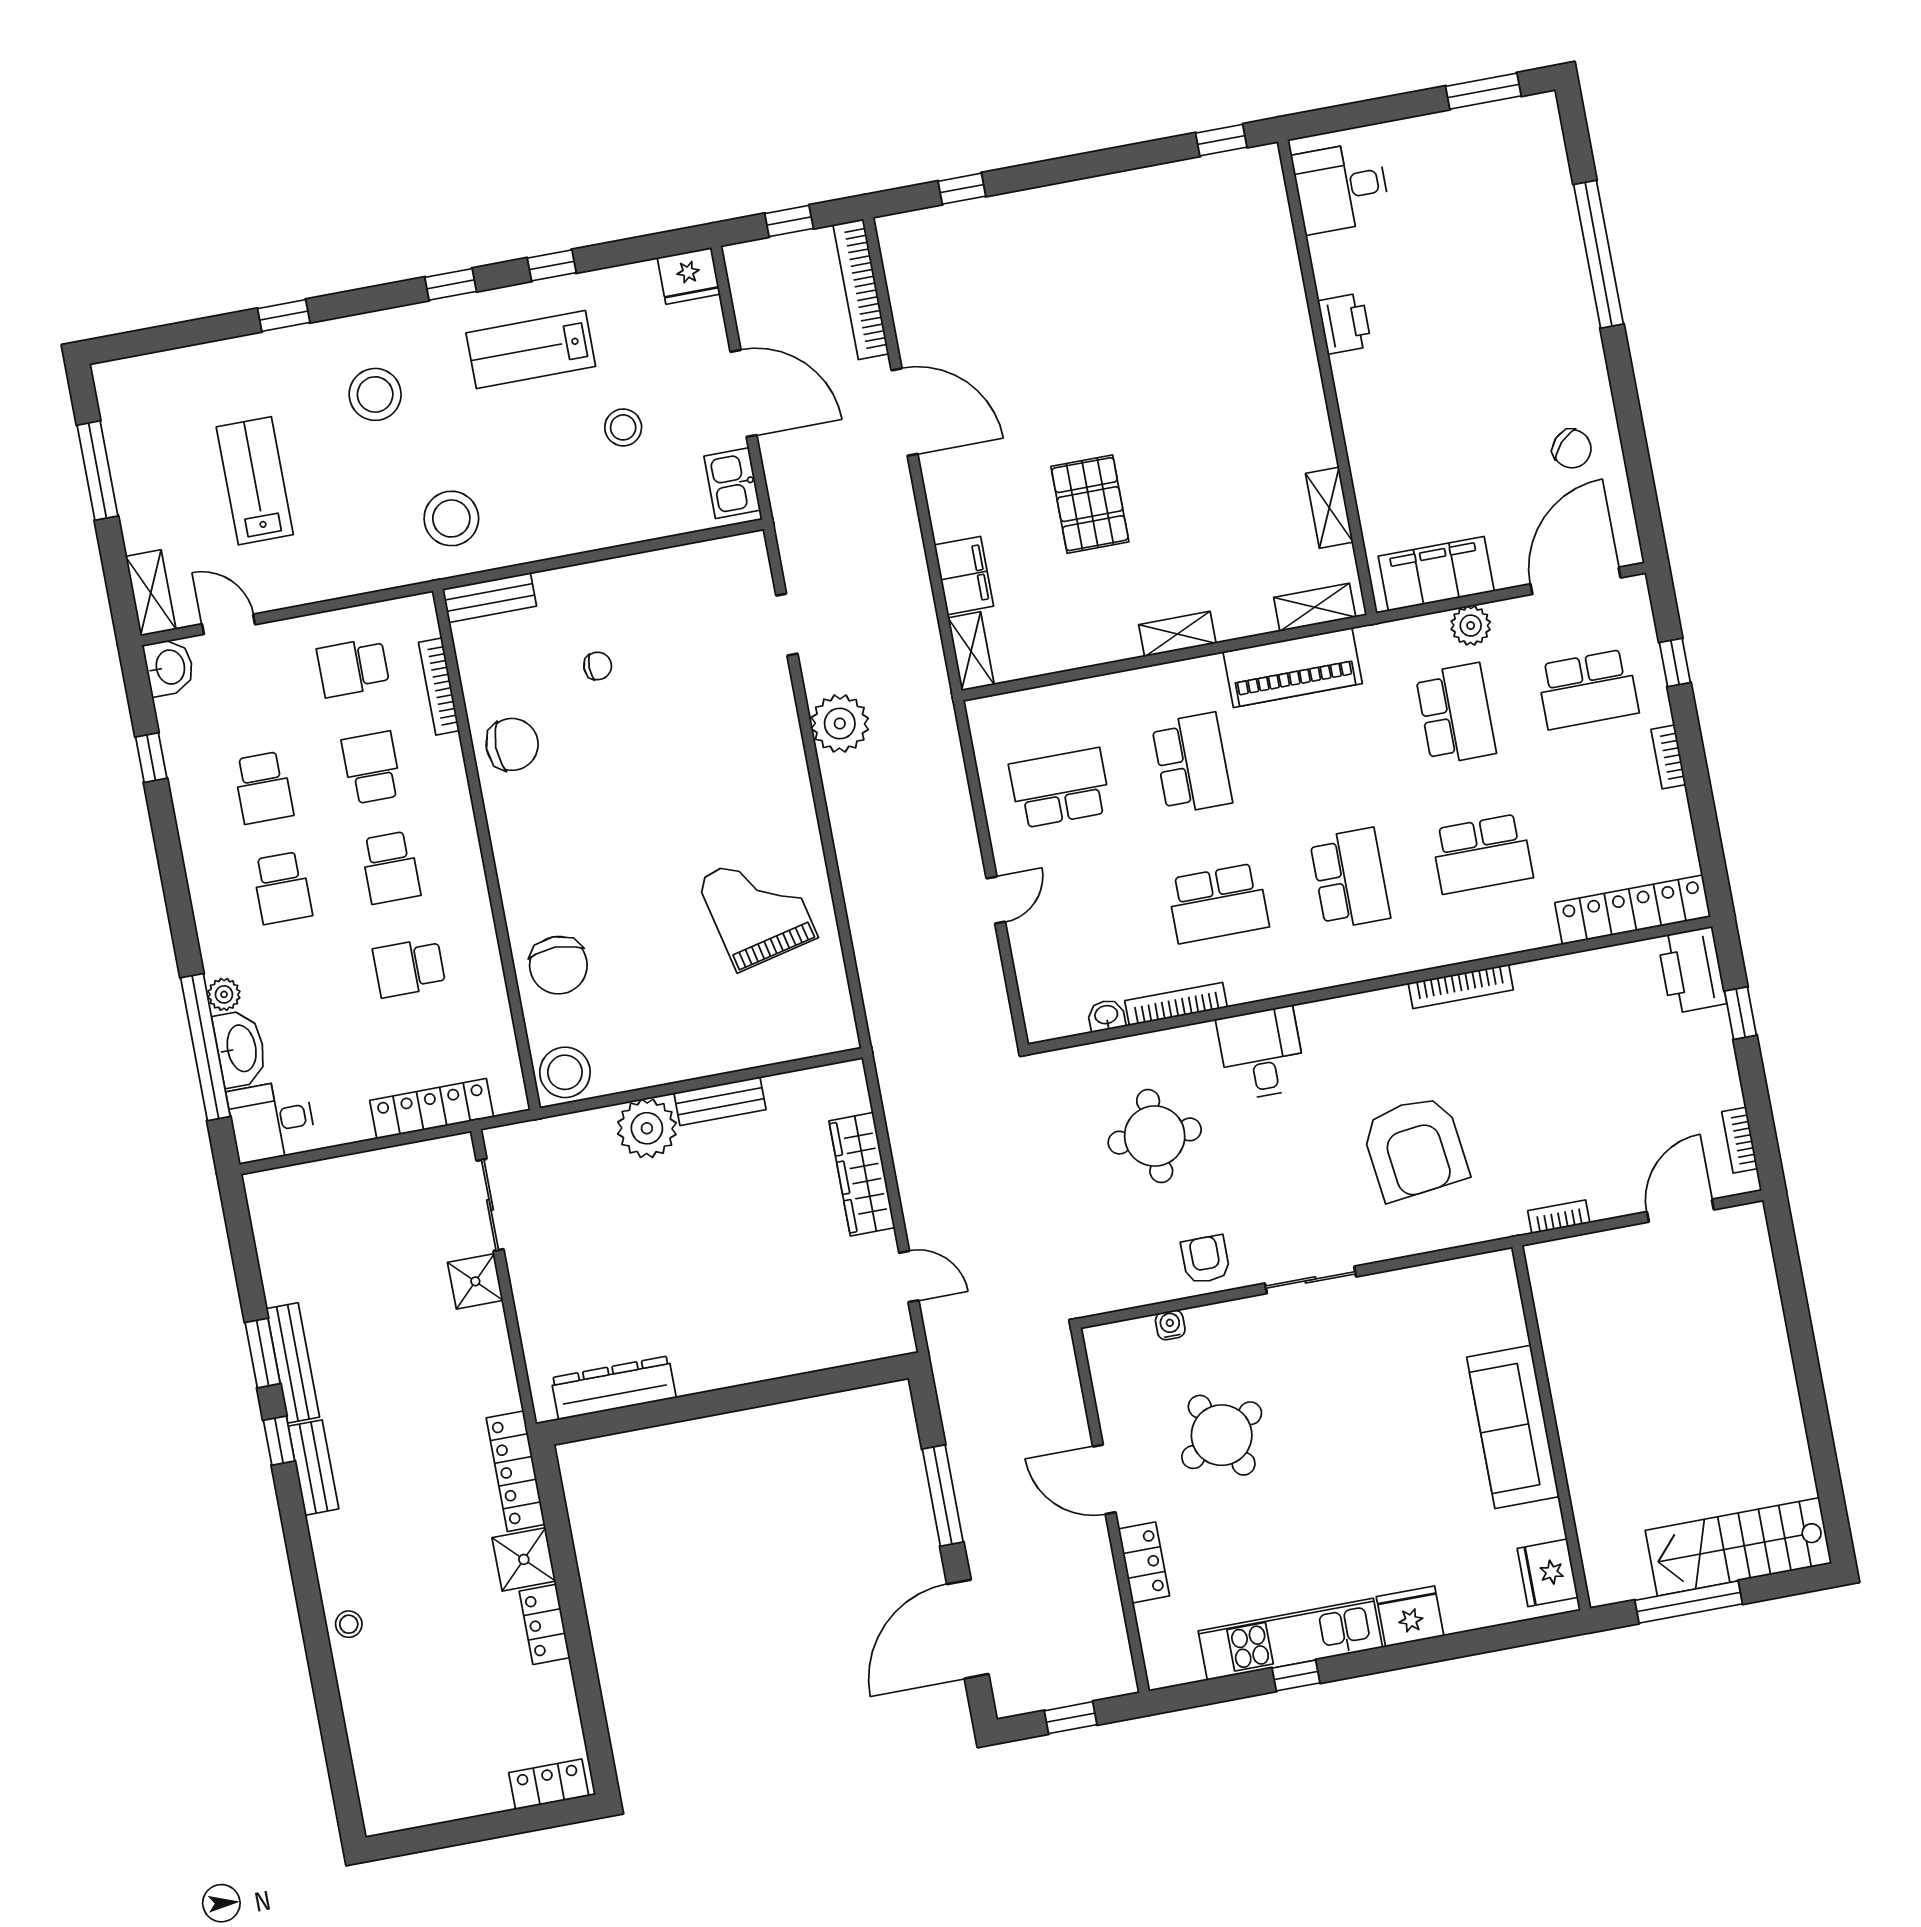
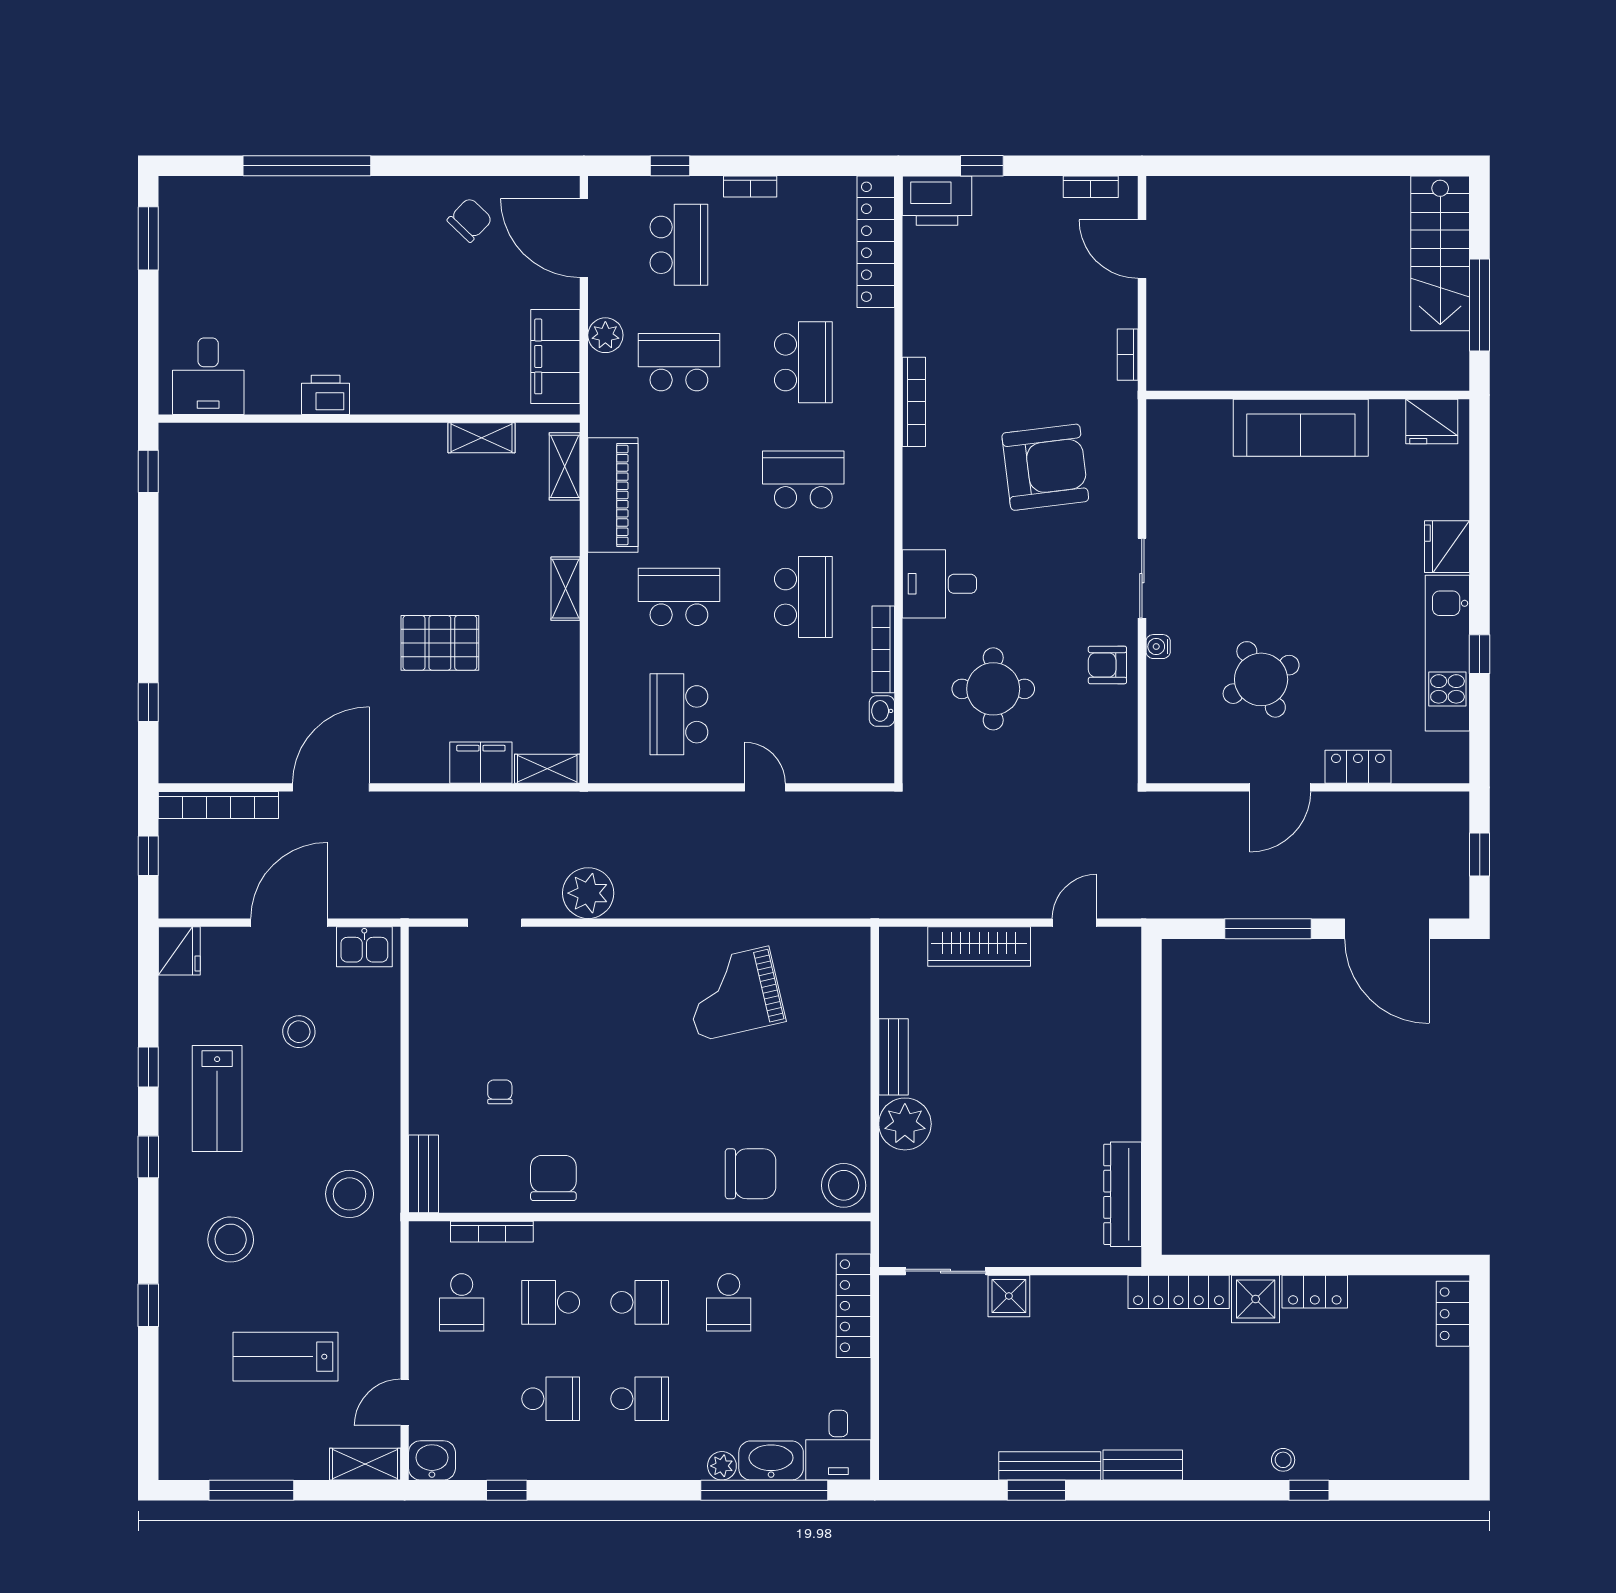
water cooler: (1170, 1325) -> (1158, 647), moved
window: (279, 1441) -> (1309, 1490), moved

